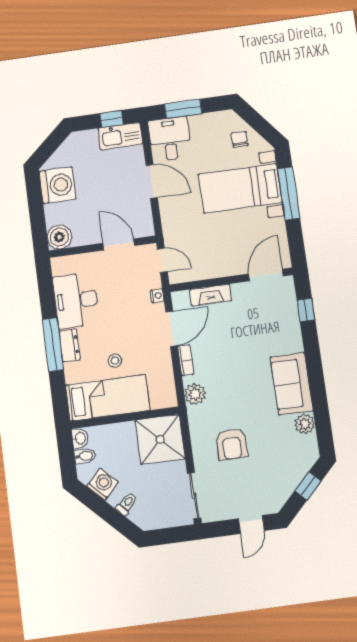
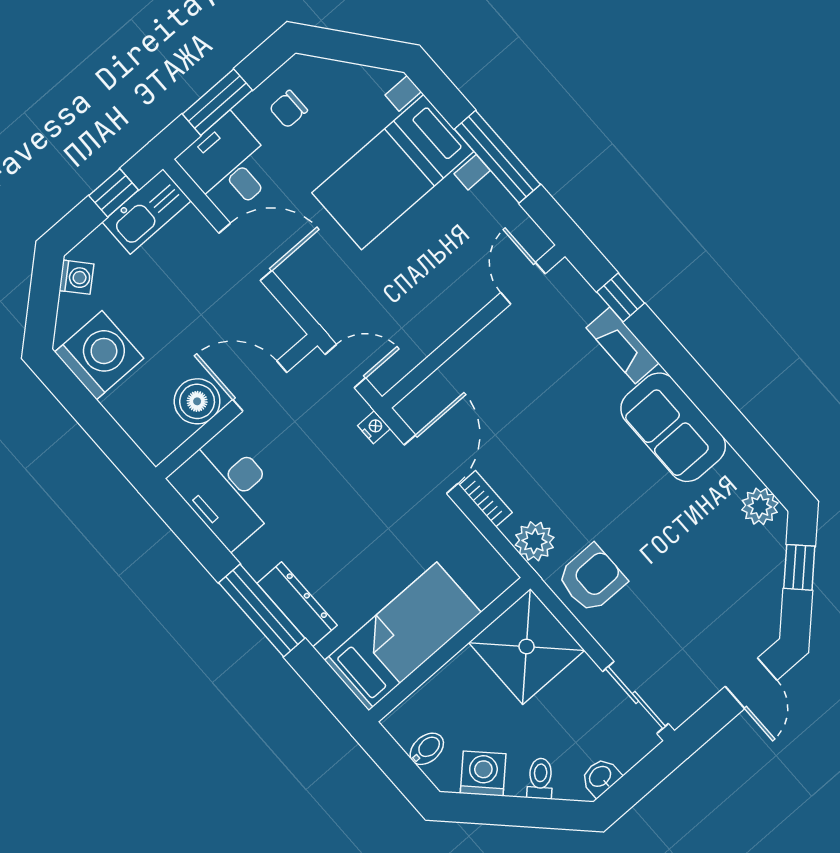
chair: (240, 139) -> (288, 109), moved, turned -90
washing machine: (71, 145) -> (76, 277), added
window: (289, 193) -> (497, 157), moved
boiler: (59, 237) -> (197, 401), moved
door: (266, 275) -> (523, 283), width x0.73
fireplace: (211, 295) -> (622, 345), moved, turned 90
desk: (76, 300) -> (227, 490), moved
dresser: (70, 345) -> (297, 604), width x1.44
stool: (115, 361) -> (376, 572), removed
plant: (305, 424) -> (760, 506), moved
washbasin: (80, 438) -> (601, 777), moved, turned -90
armchair: (232, 444) -> (592, 579), moved, turned -90

